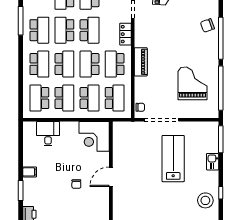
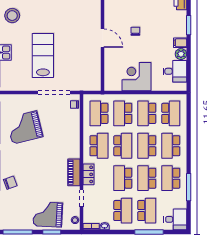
school desk: (64, 30) -> (147, 178), turned 180
piano: (141, 62) -> (74, 172), moved
grand piano: (192, 83) -> (25, 127), turned 76
desk: (48, 134) -> (175, 71), moved, turned -90
corner desk: (94, 136) -> (137, 77), moved, turned -90
lab bench: (173, 159) -> (43, 56), turned 180
plant: (29, 160) -> (181, 54), added
door: (111, 177) -> (102, 38), hinge flipped

